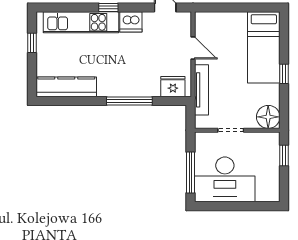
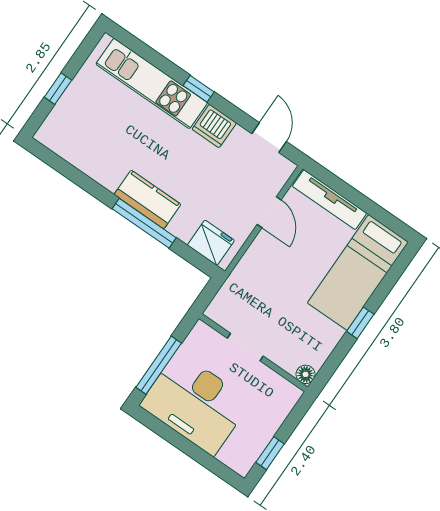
window: (32, 43) -> (58, 89), moved
kitchen counter: (66, 87) -> (147, 199), moved, width x0.67
tv unit: (202, 90) -> (330, 200), moved, turned 90
floor lamp: (268, 117) -> (305, 374), width x0.53, depth x0.53
window: (284, 156) -> (270, 453), moved

